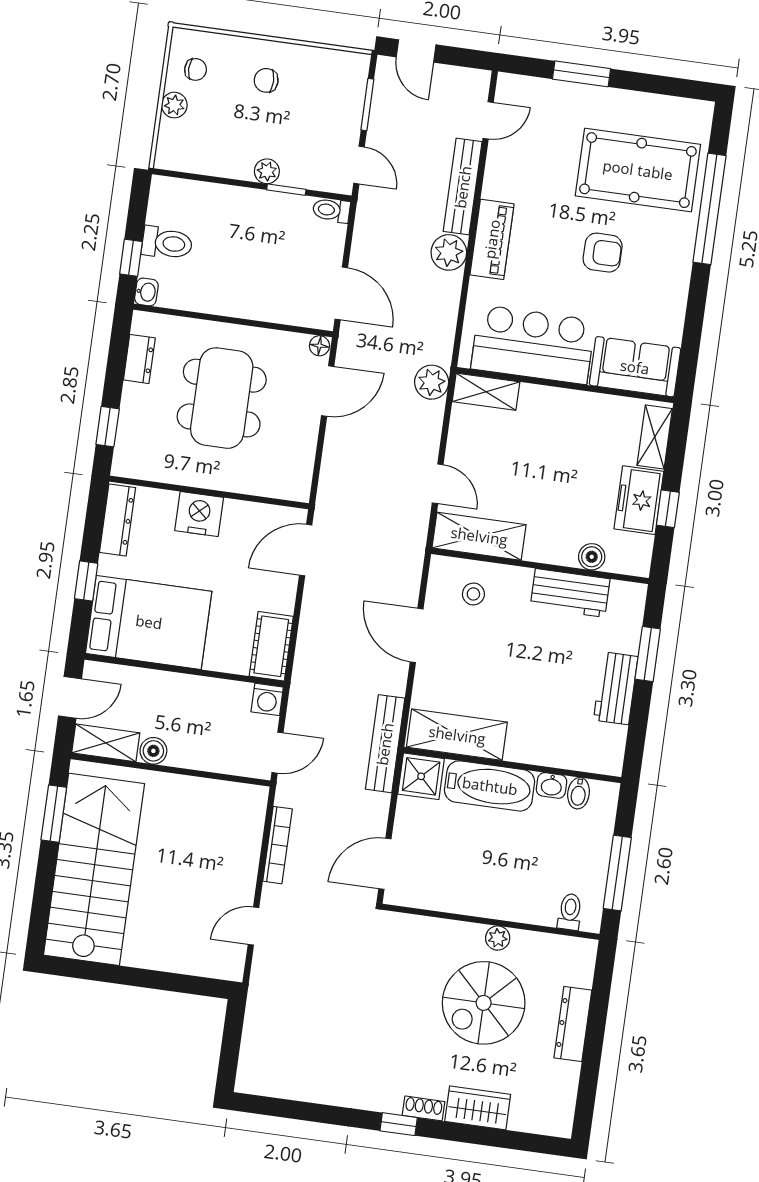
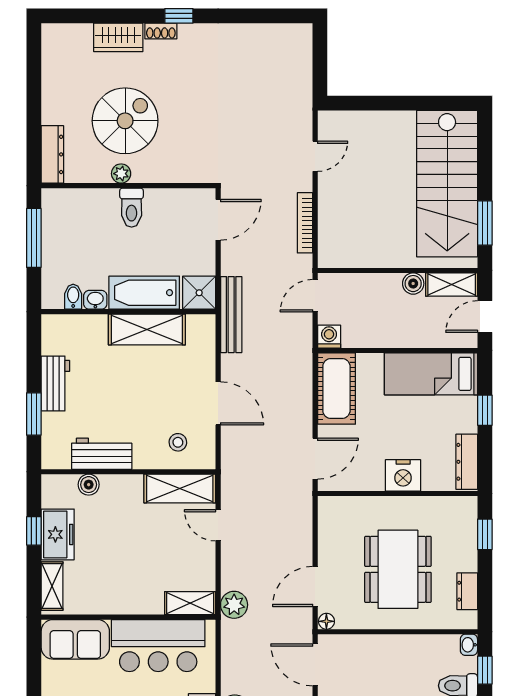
bed: (149, 622) -> (431, 374), width x0.67
cot: (271, 646) -> (336, 389), width x1.37, depth x1.34
shelving: (457, 735) -> (147, 329), moved
toilet: (570, 912) -> (132, 208), moved, width x1.37, depth x1.39
dresser: (573, 1024) -> (52, 154), moved

